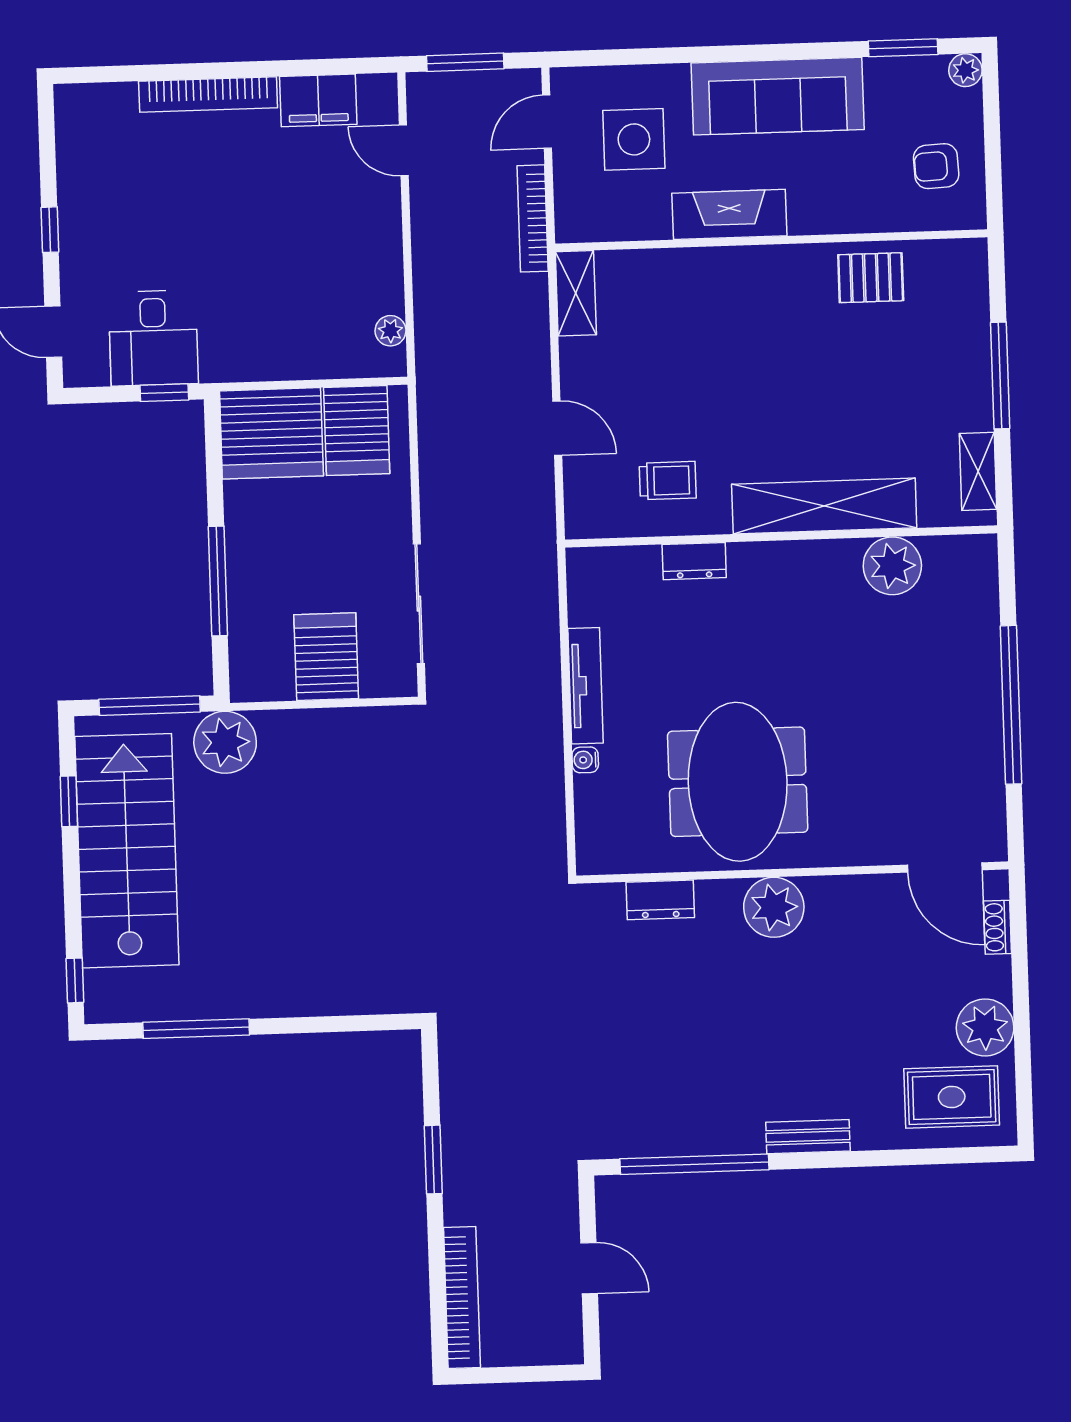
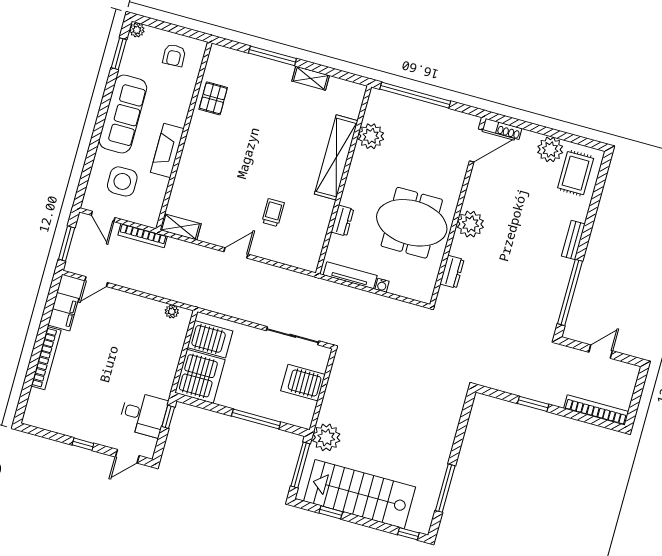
shelving: (824, 506) -> (336, 157), moved
wall: (781, 536) -> (343, 180), moved
dresser: (694, 561) -> (342, 221), moved
plant: (892, 566) -> (371, 136), moved

